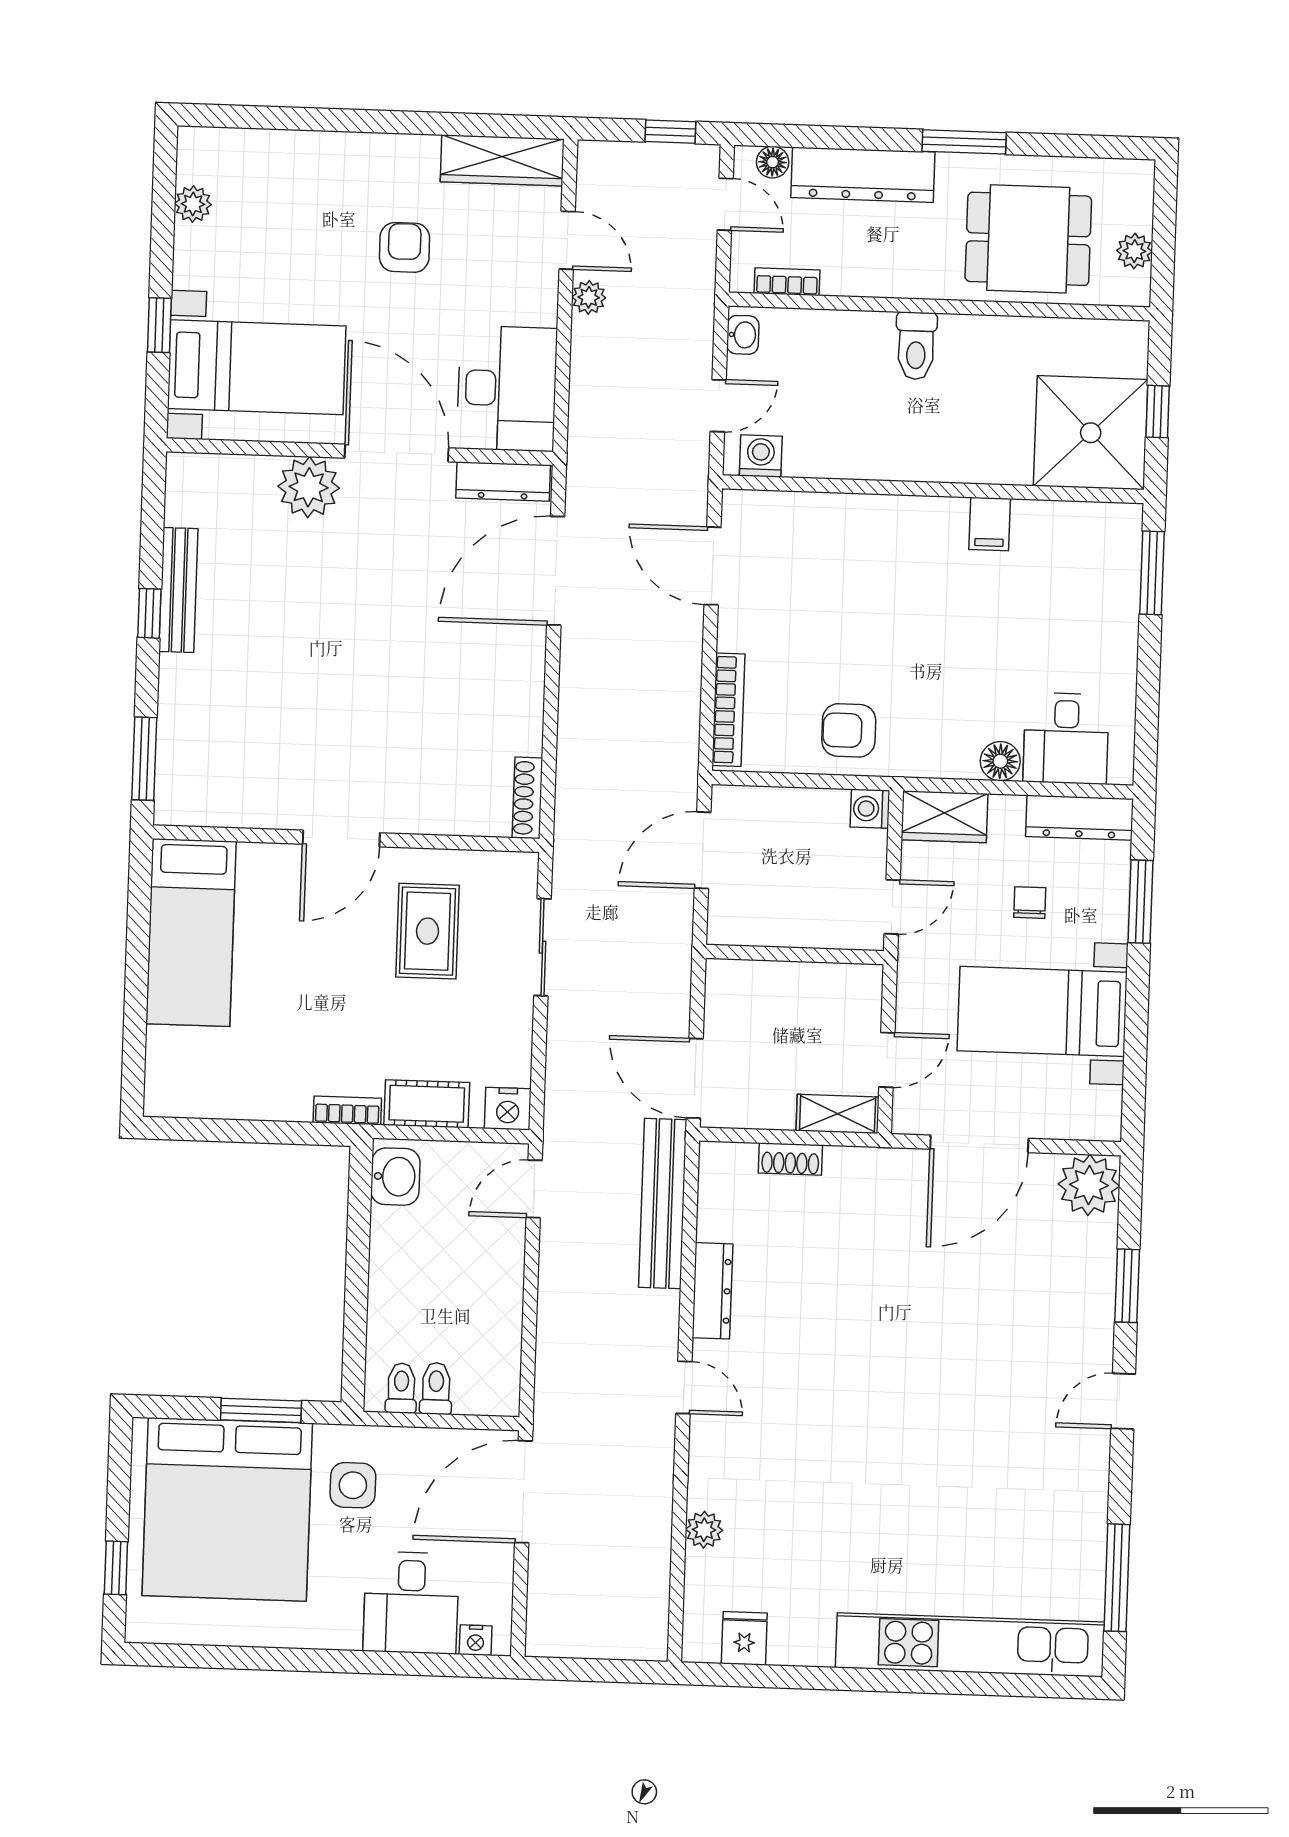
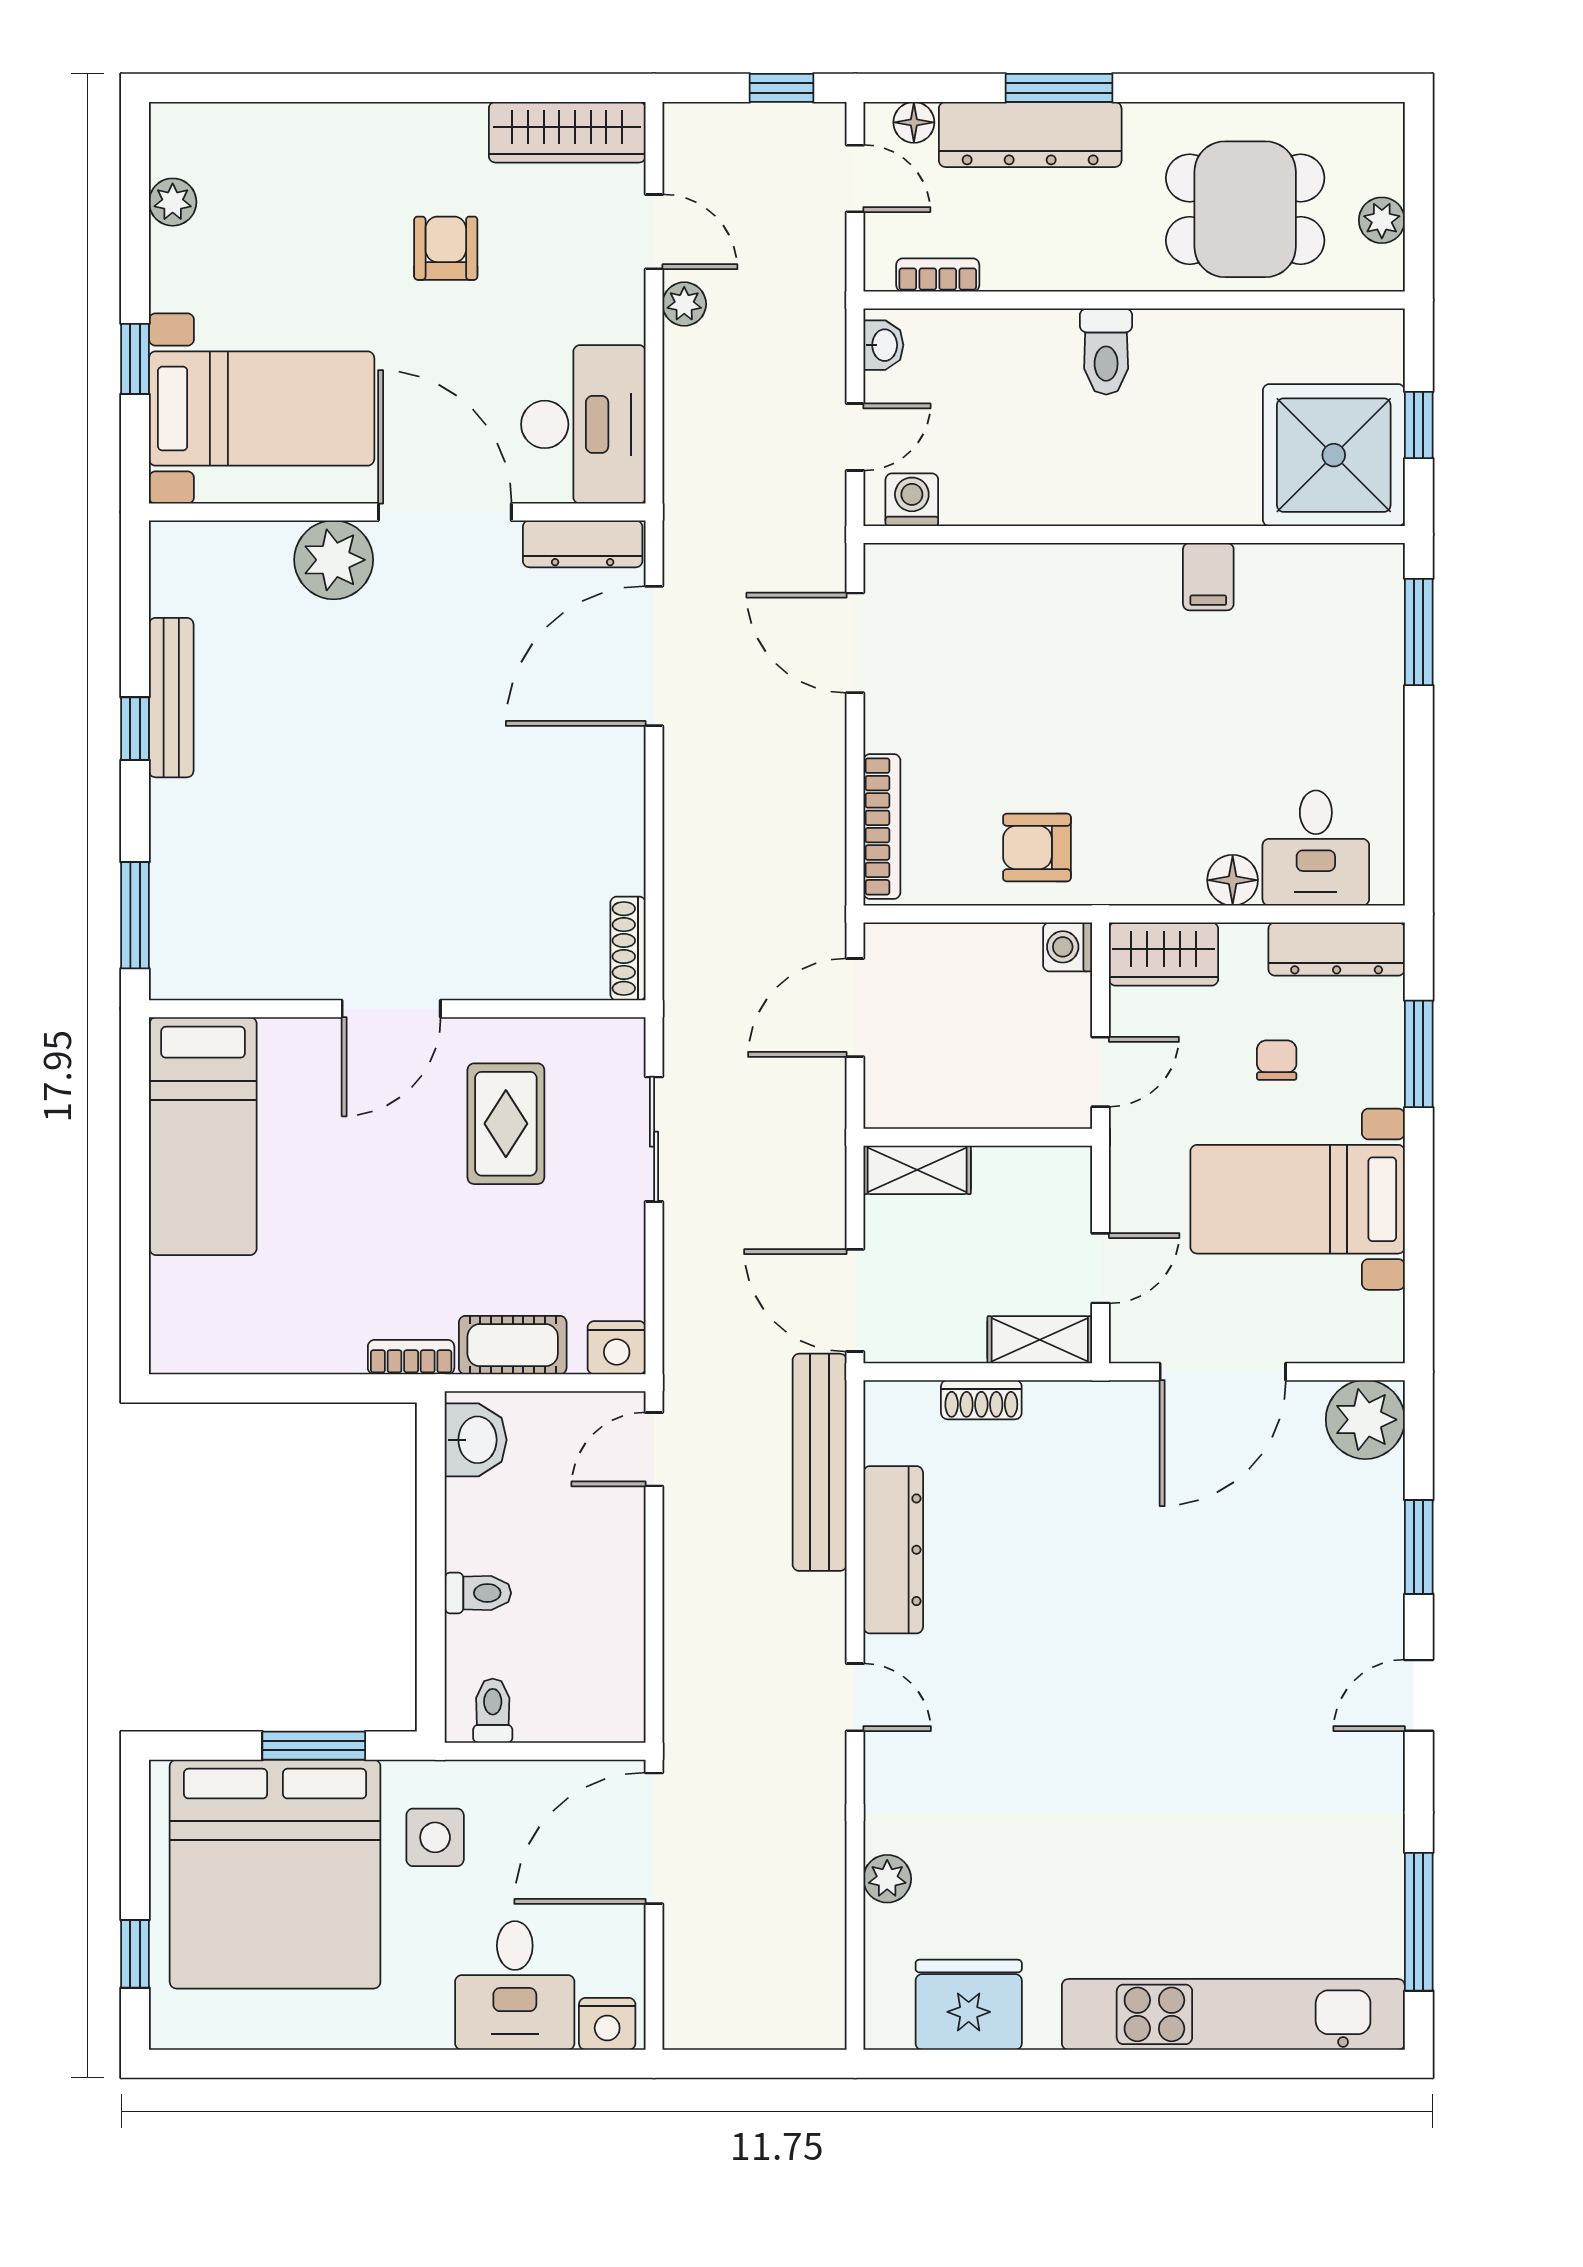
window: (964, 142) -> (1059, 88), moved
shelving: (747, 978) -> (917, 1170), added
dresser: (712, 1291) -> (893, 1550), width x1.37, depth x1.24
toilet: (436, 1388) -> (478, 1593), moved, turned 90
fridge: (744, 1638) -> (969, 2005), width x1.88, depth x1.34
nightstand: (476, 1640) -> (607, 2024), width x1.39, depth x1.35

